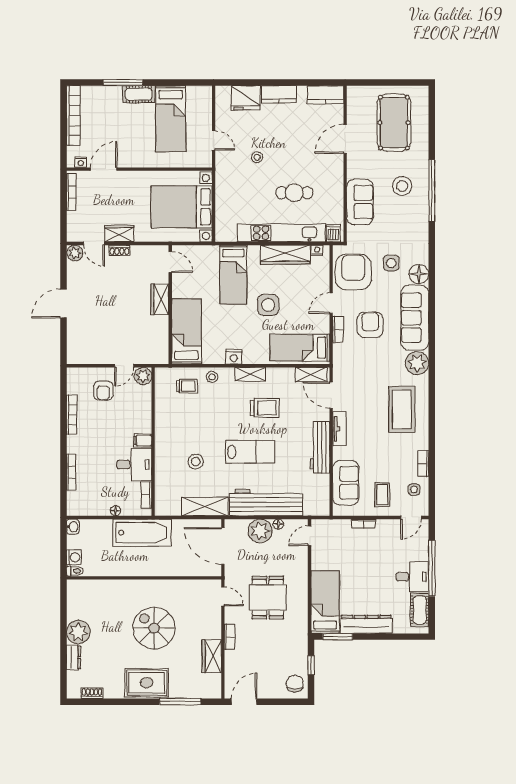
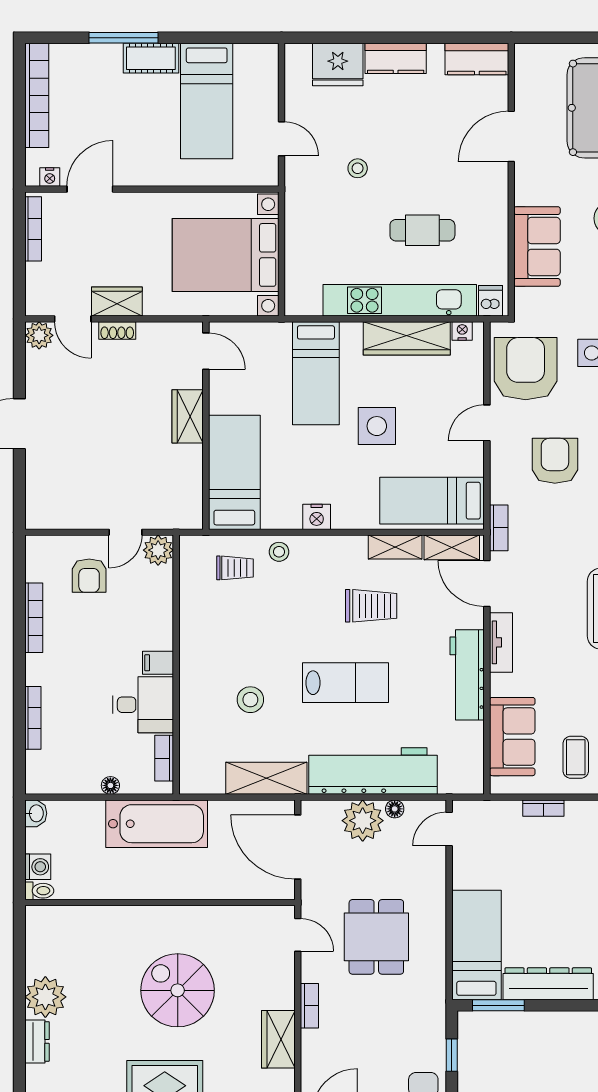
bookcase: (338, 329) -> (499, 528), moved
shelving: (250, 374) -> (395, 547), moved

